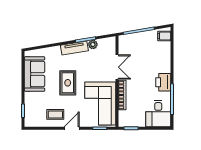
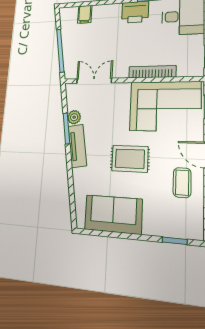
filing cabinet: (164, 36) -> (85, 14), moved
double door: (117, 67) -> (94, 81), moved

